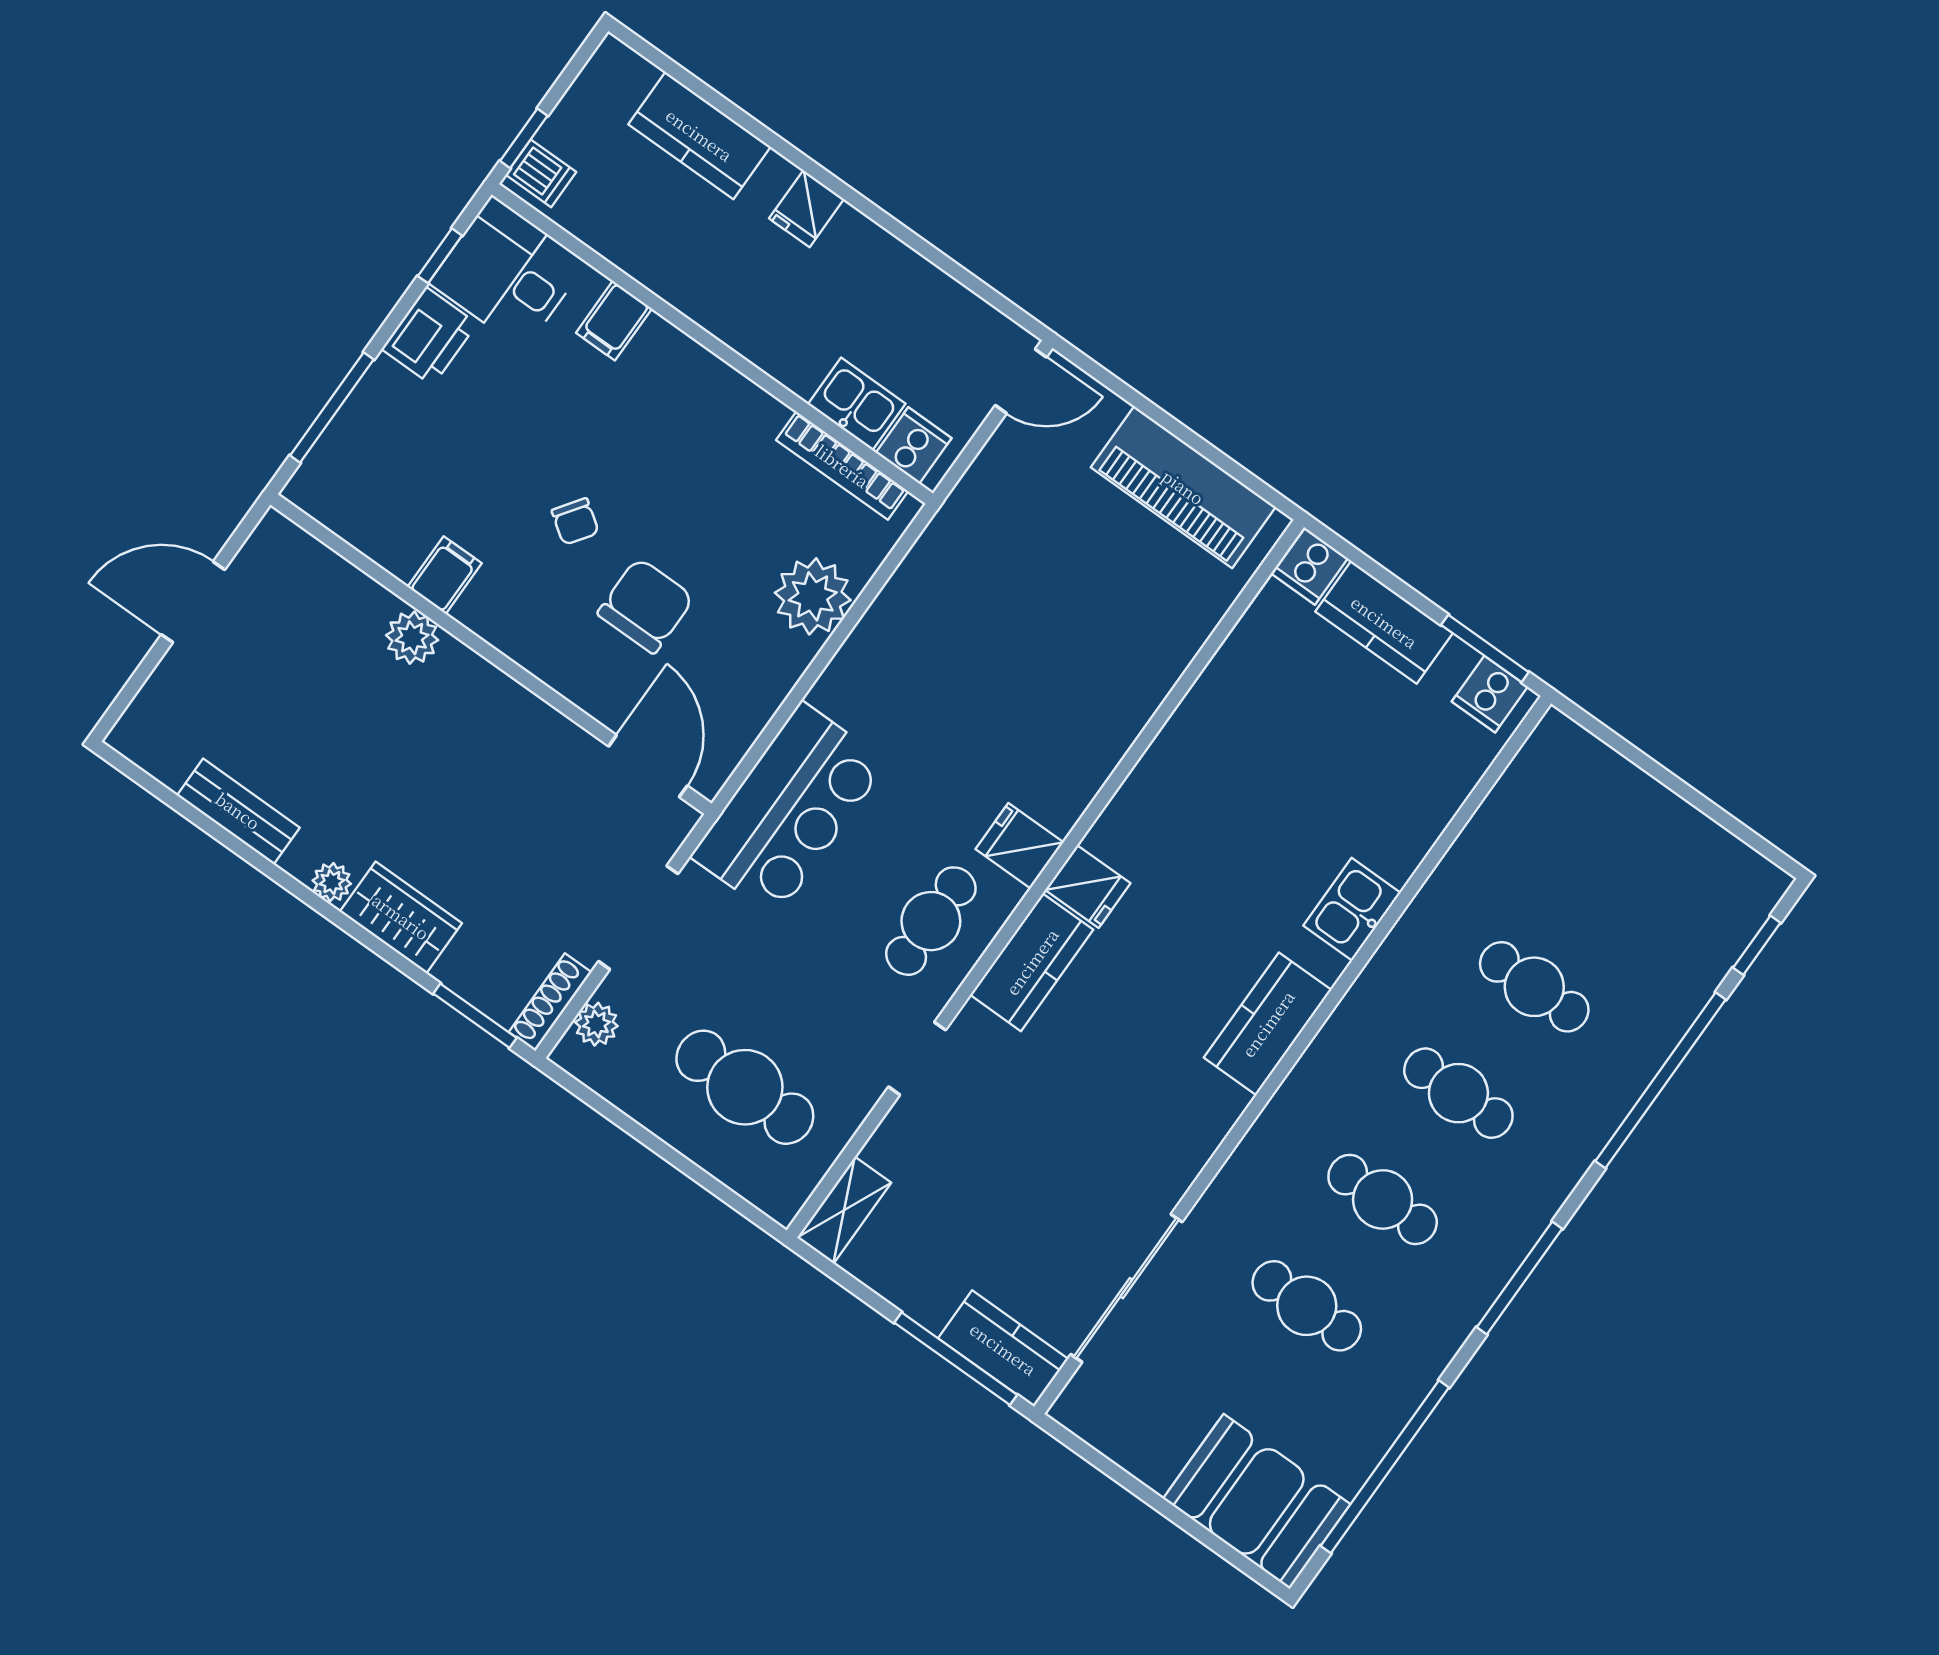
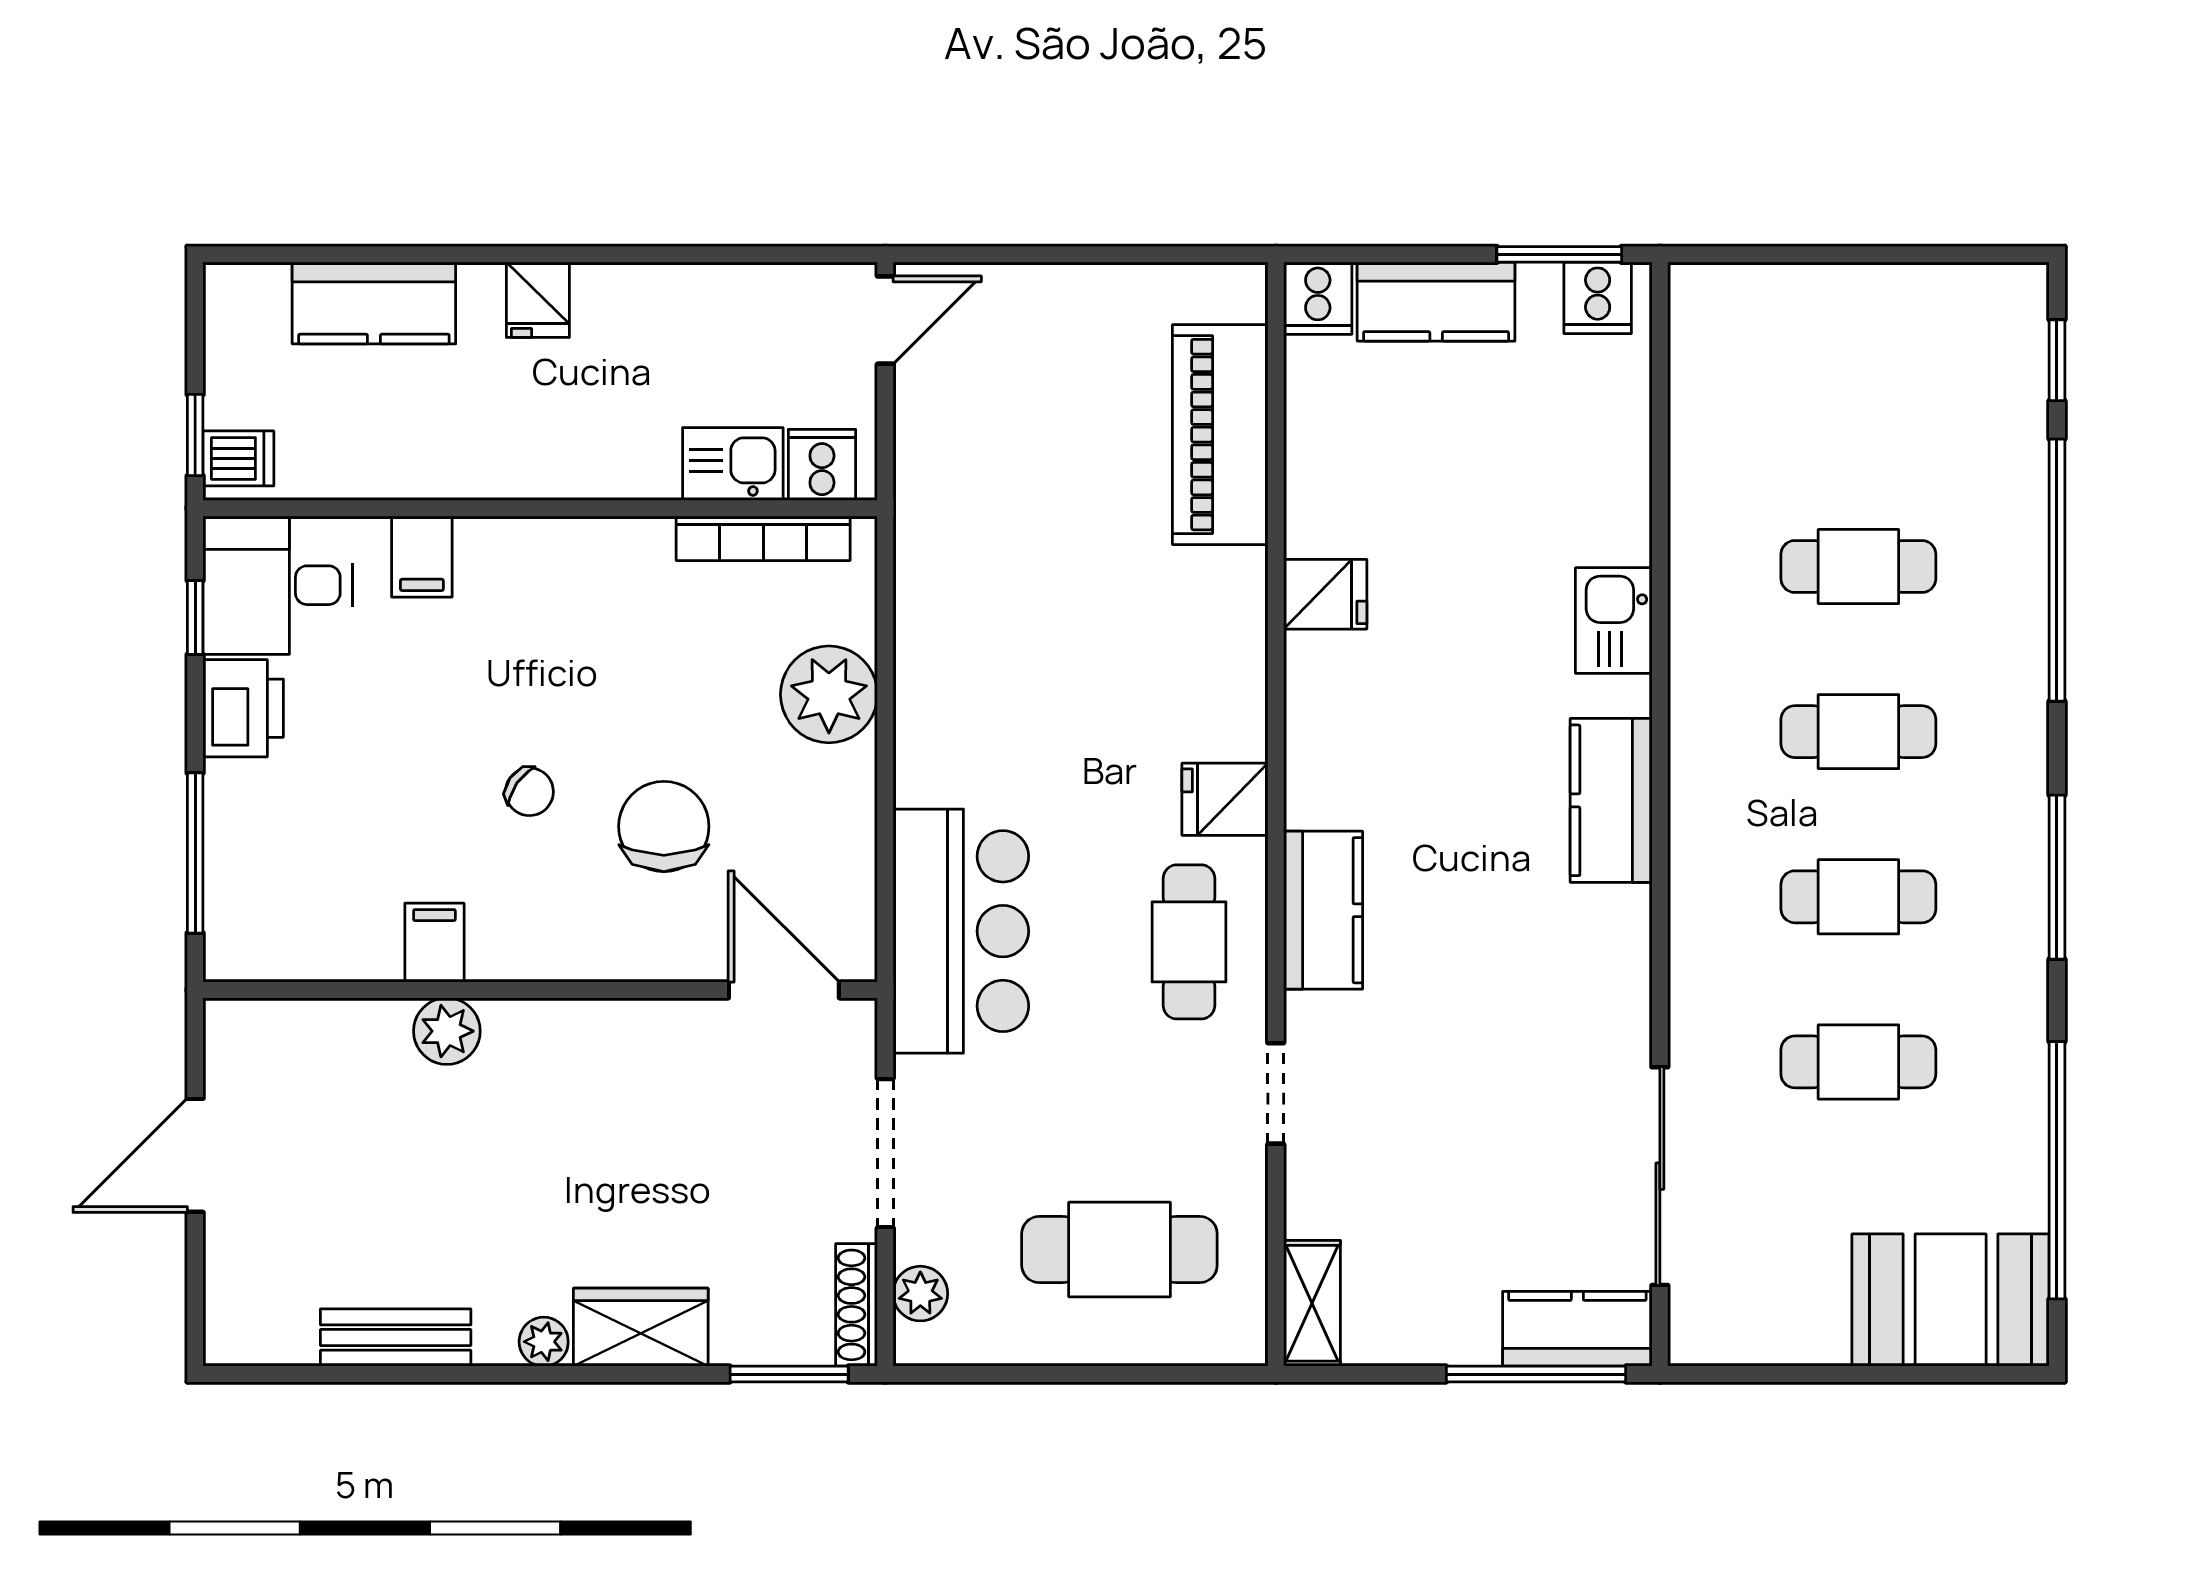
piano: (1183, 487) -> (1220, 435), moved, turned 90
fridge: (1088, 887) -> (1325, 594), moved

